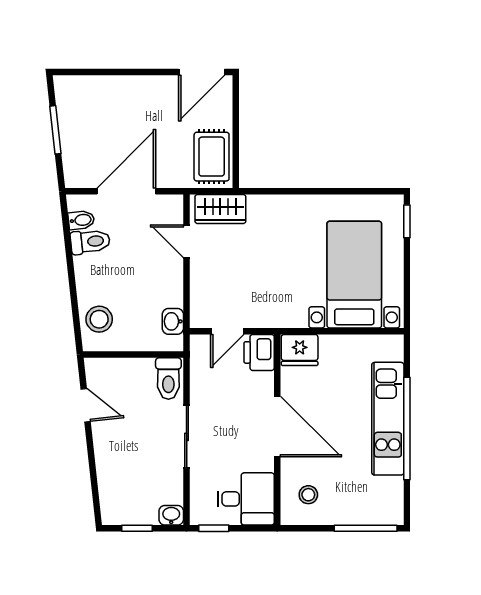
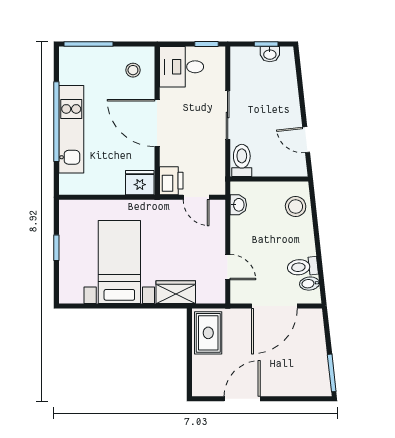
door: (202, 72) -> (242, 399), moved
window: (55, 130) -> (332, 373), moved
wardrobe: (220, 209) -> (176, 292), moved
window: (407, 221) -> (56, 248), moved
bed with nightstands: (354, 275) -> (119, 262), moved, turned 180
door: (227, 331) -> (196, 197), swing flipped
washbasin: (171, 515) -> (270, 54), moved

